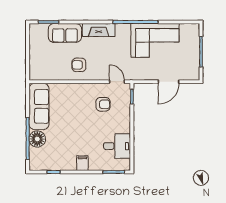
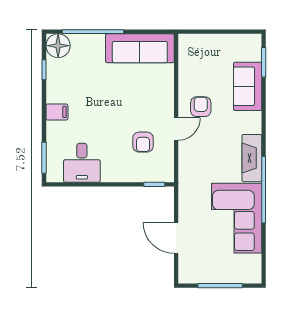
fireplace: (99, 30) -> (252, 158), moved
door: (117, 82) -> (176, 129), moved
floor lamp: (37, 139) -> (58, 46), moved

